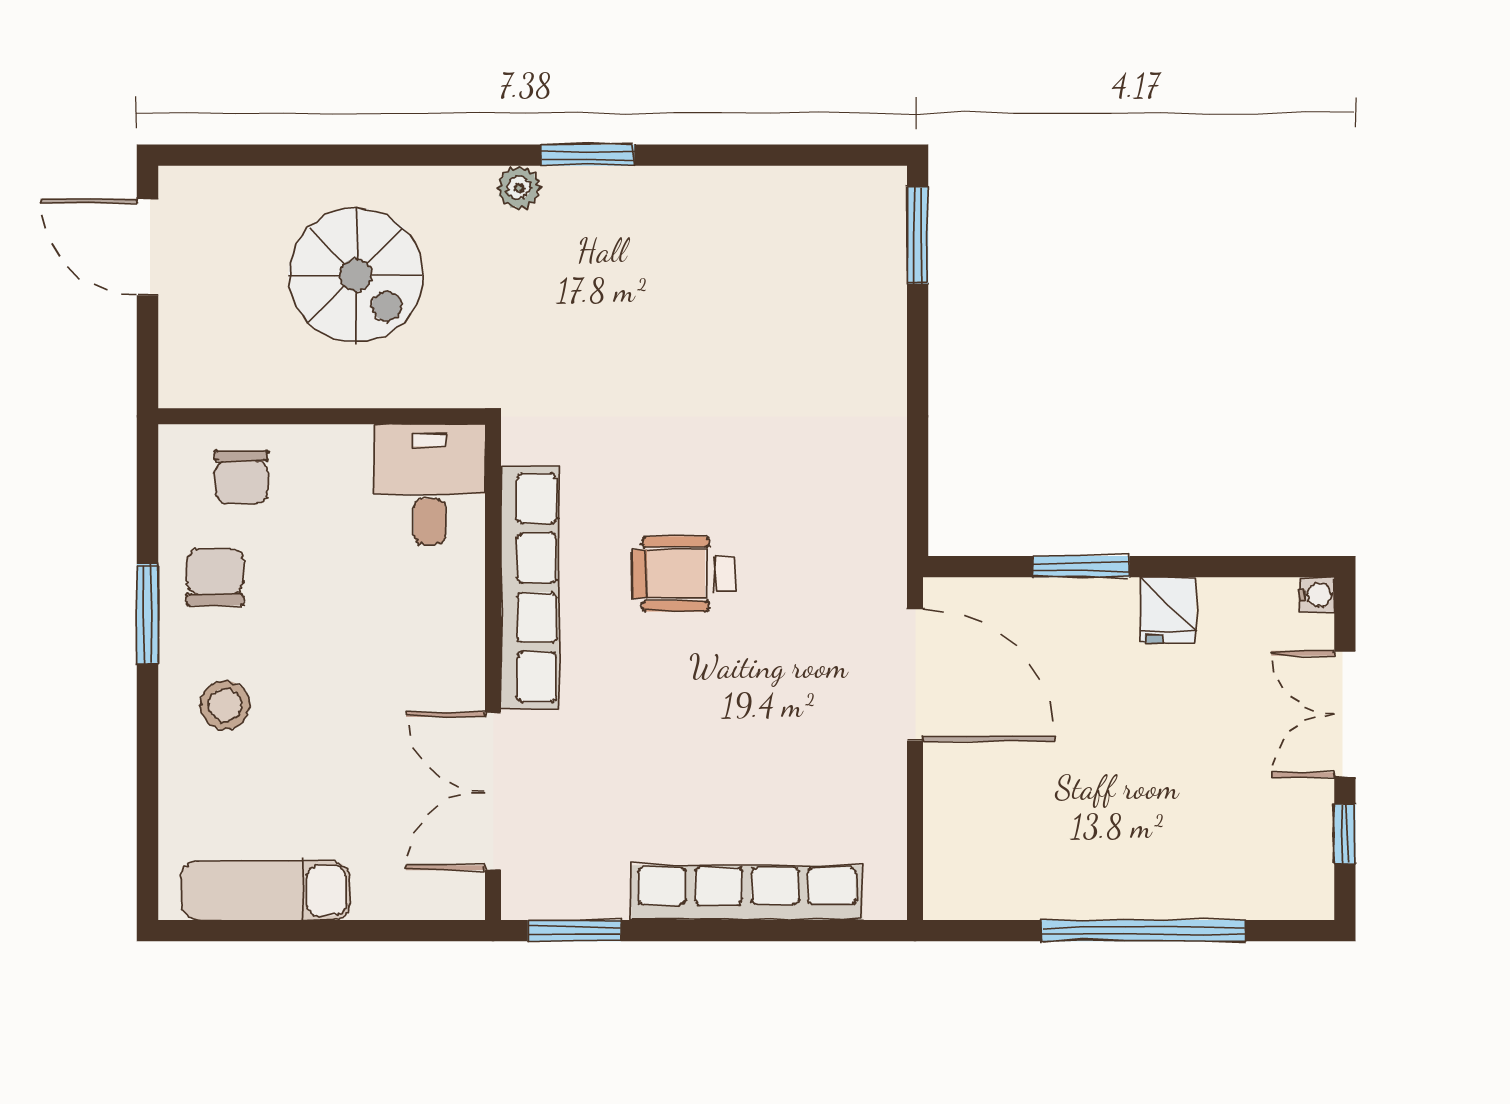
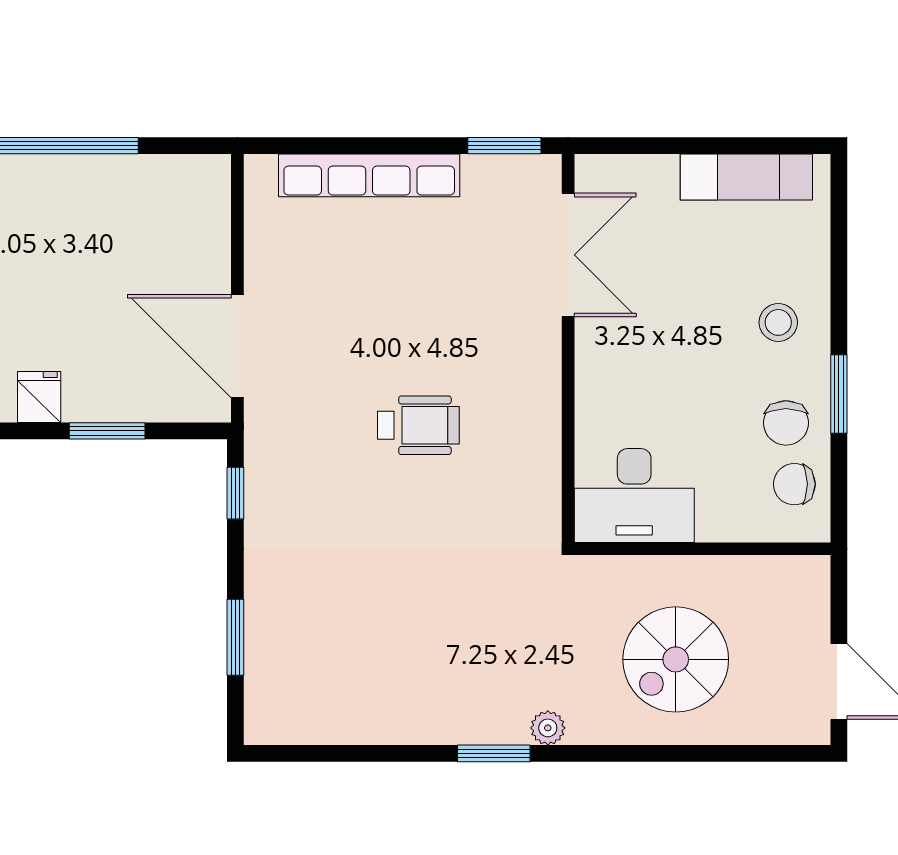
window: (918, 235) -> (235, 637), moved
spiral stairs: (356, 275) -> (676, 659), turned -90
chair: (241, 477) -> (794, 484), moved, turned -90
desk: (429, 484) -> (634, 496), width x1.37
window: (918, 487) -> (235, 493), added
row of seats: (530, 588) -> (539, 414), removed

